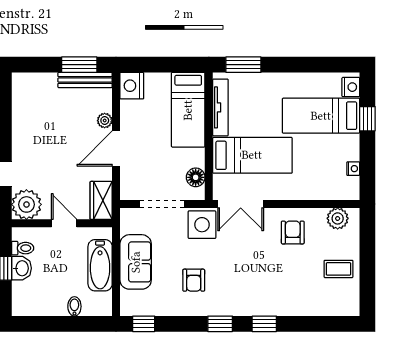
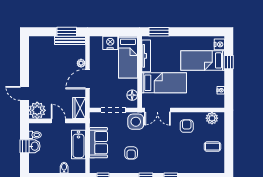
nightstand: (132, 86) -> (110, 43), moved, turned 90

